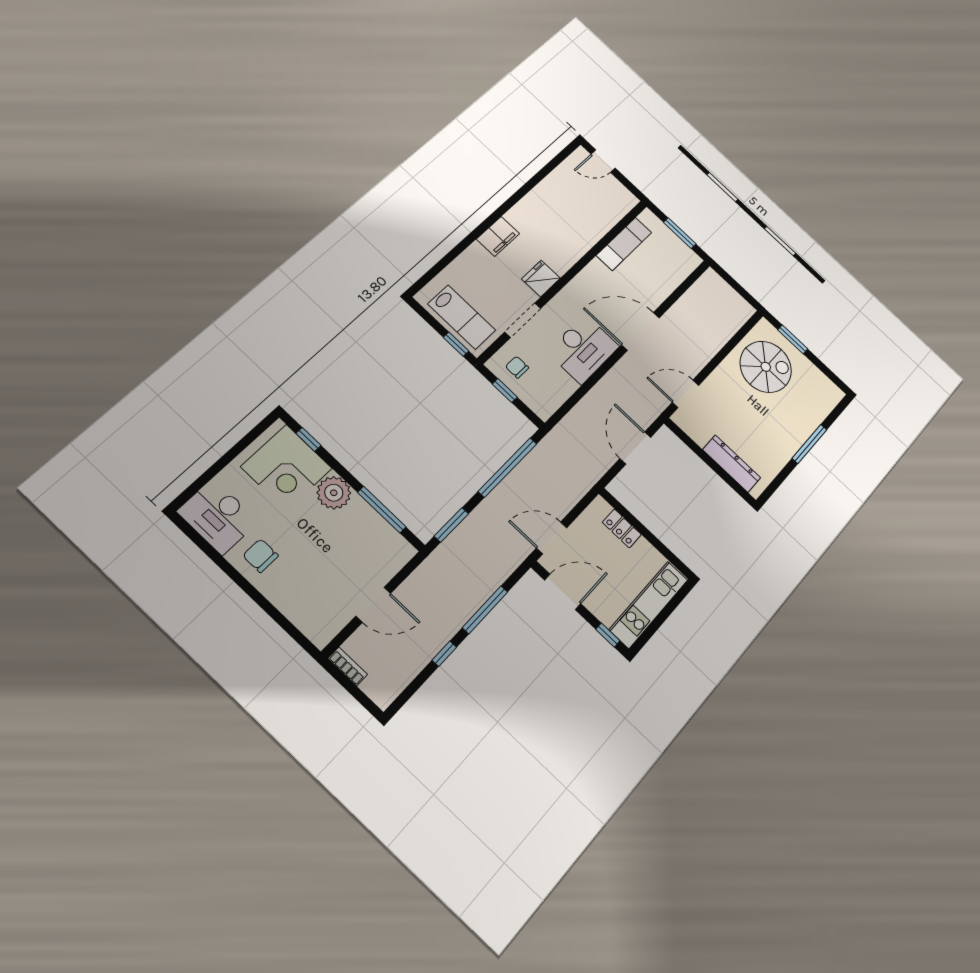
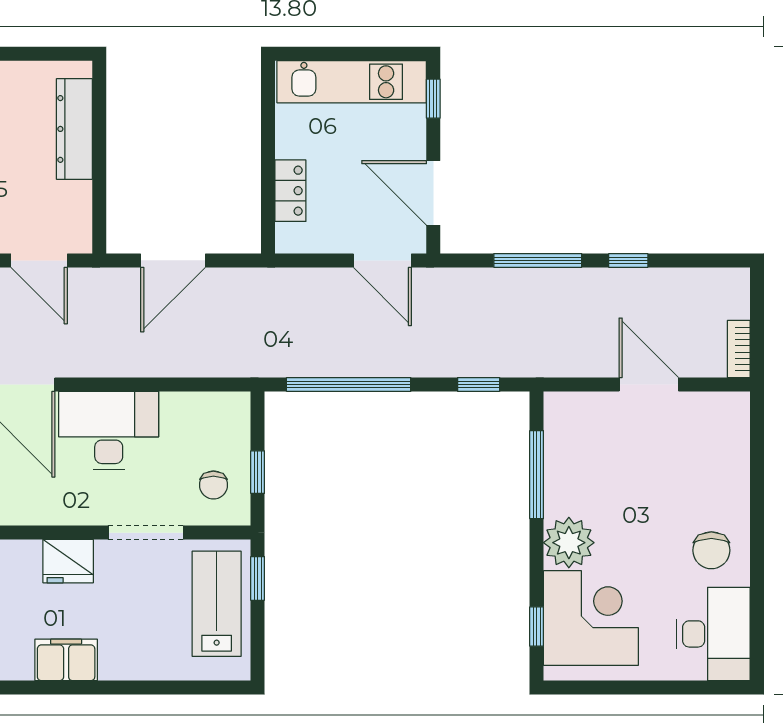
window: (451, 525) -> (479, 384), width x0.67

